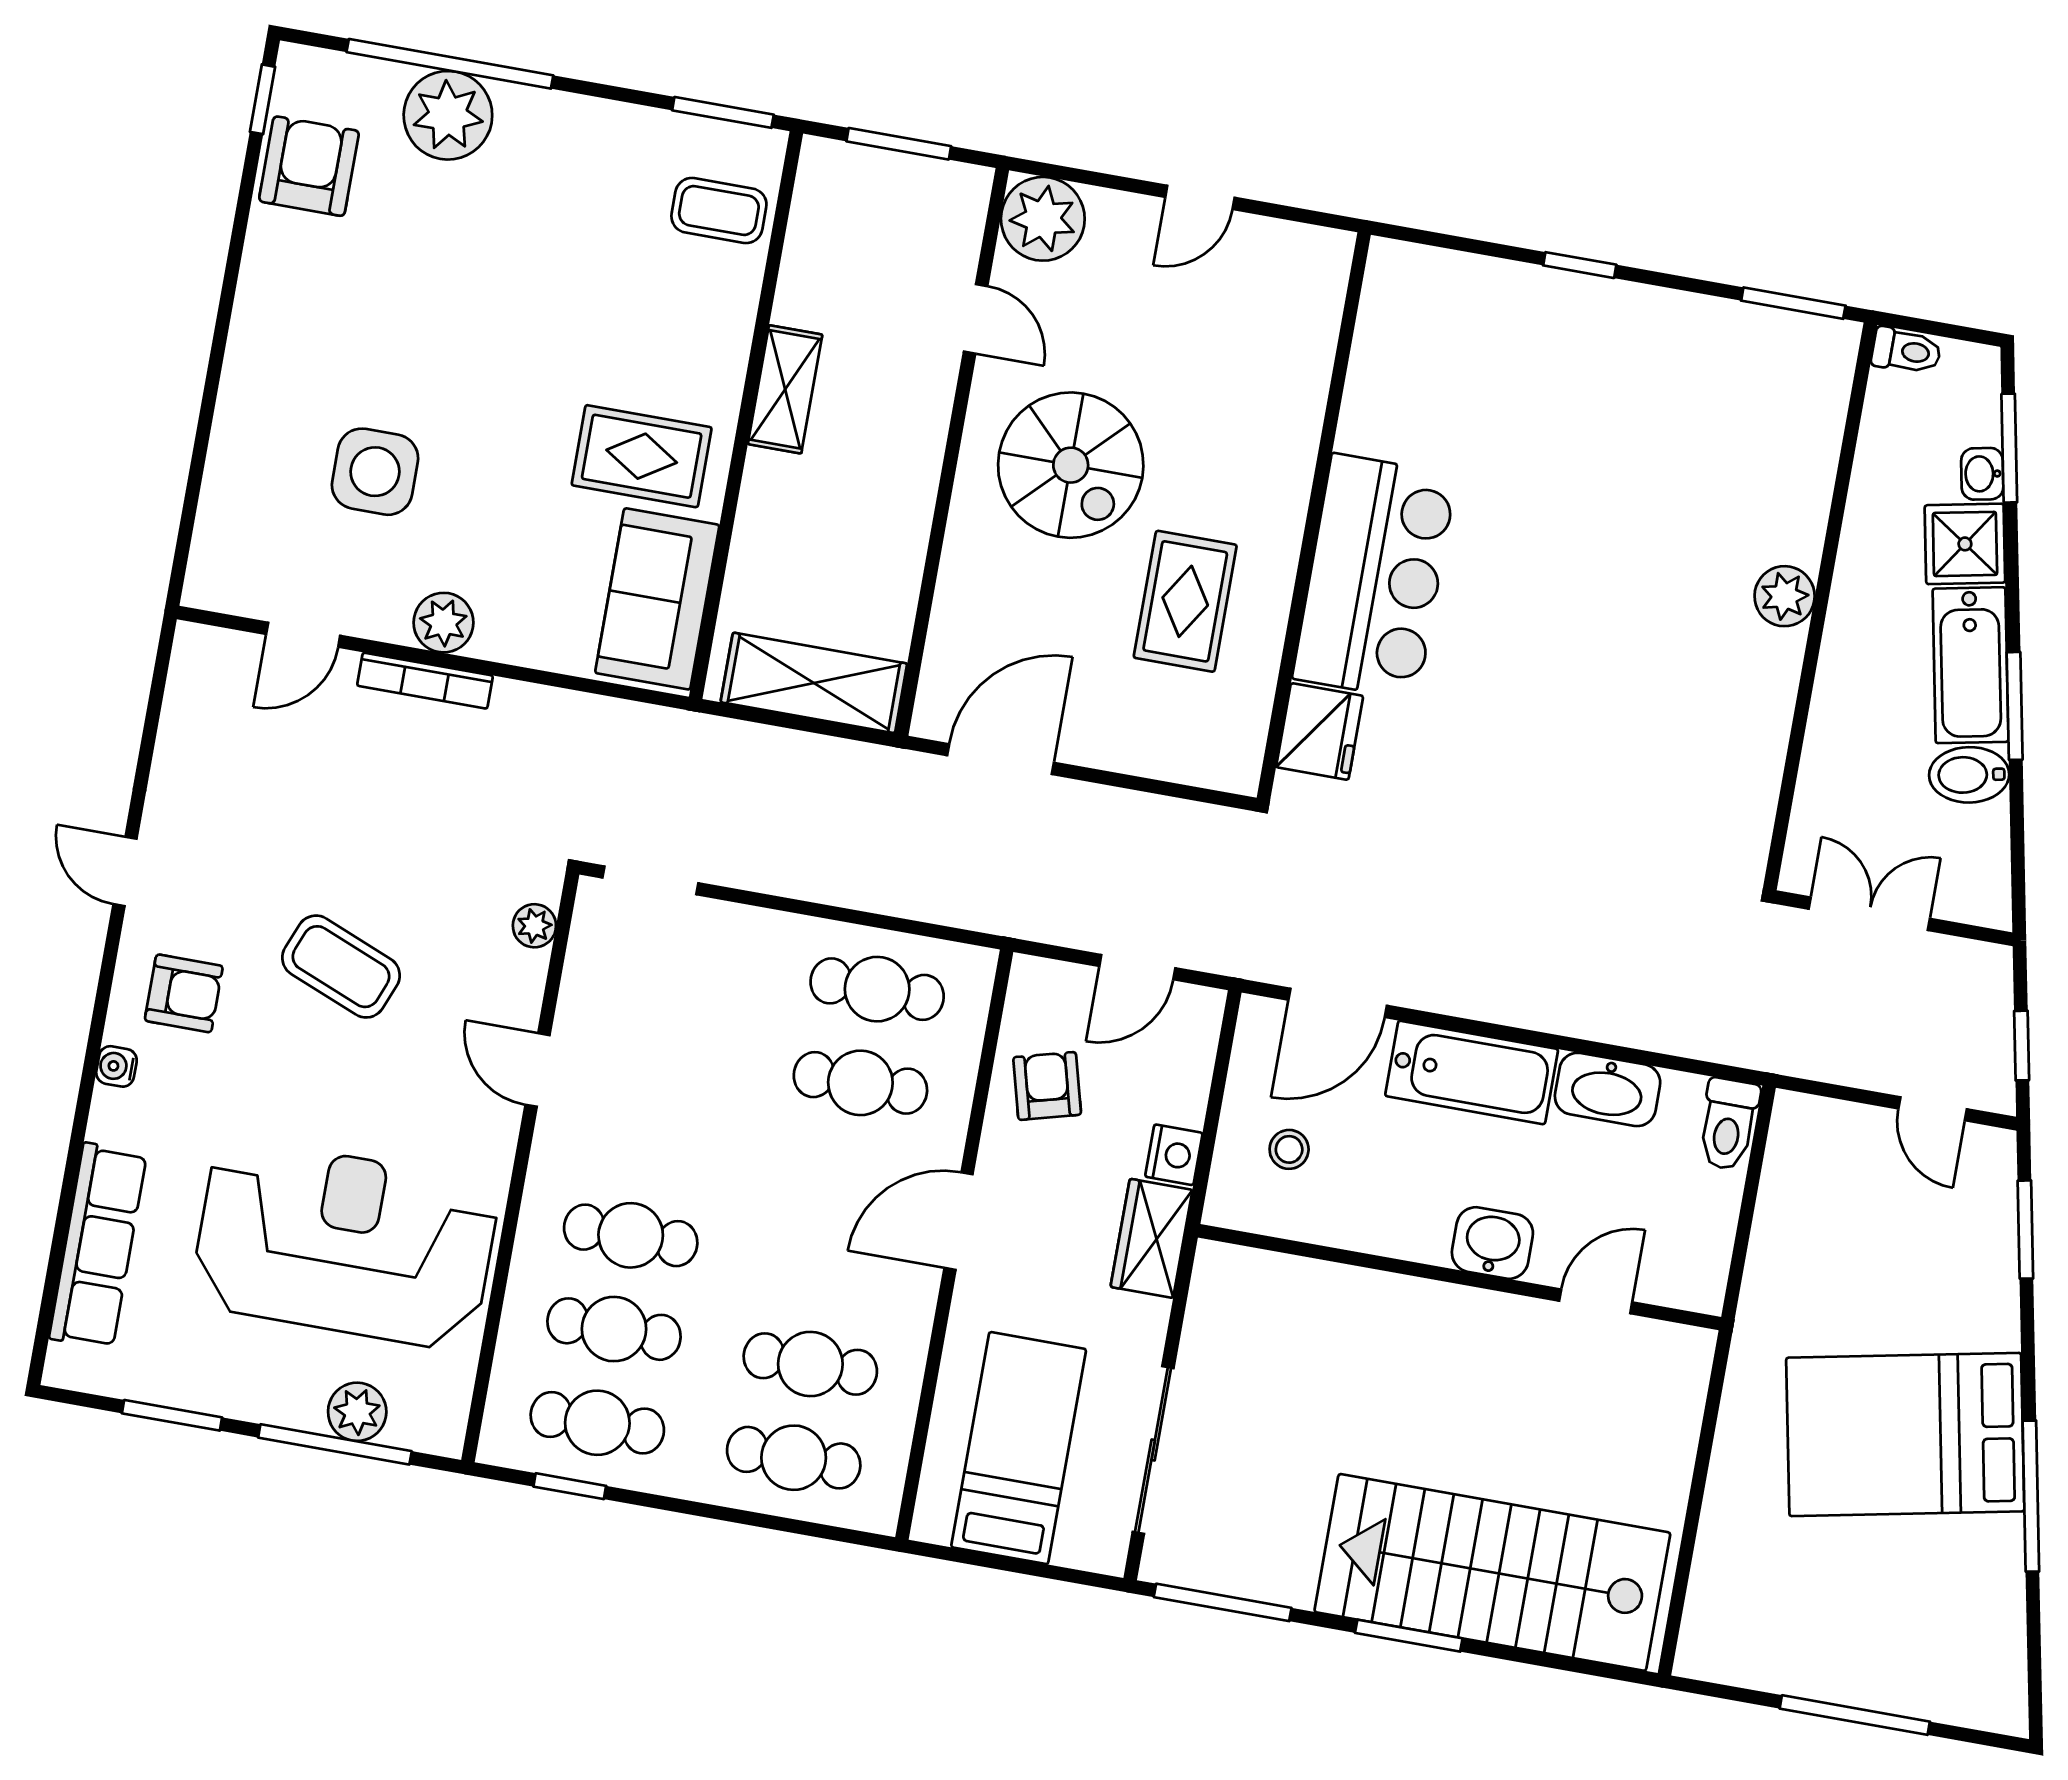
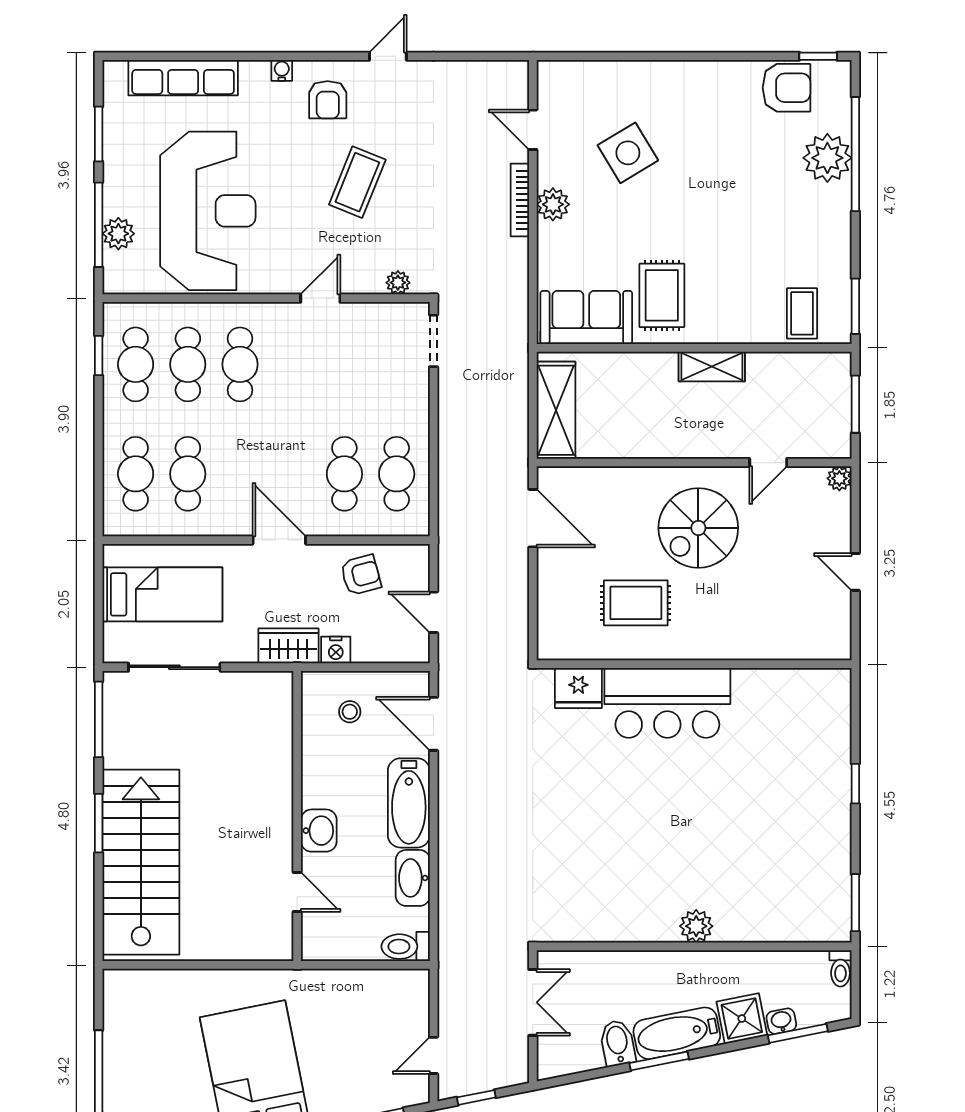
plant: (1043, 219) -> (839, 478), width x0.53, depth x0.53
side table: (375, 472) -> (628, 153), turned -31

